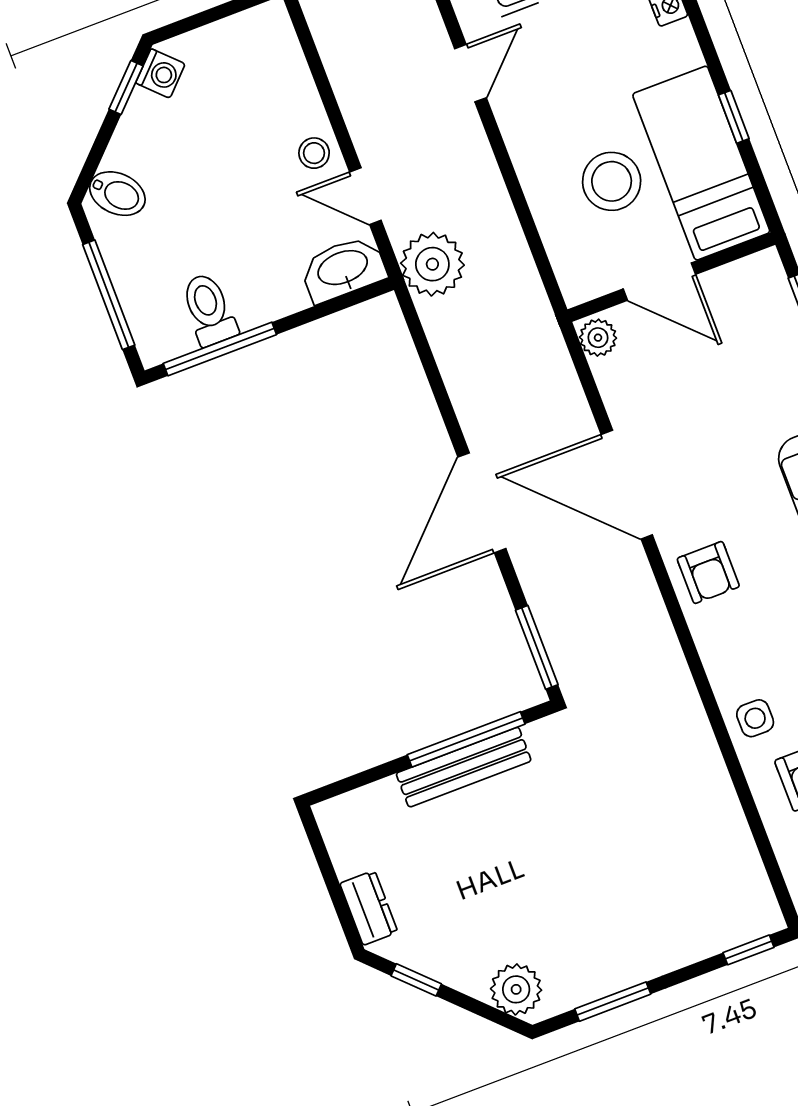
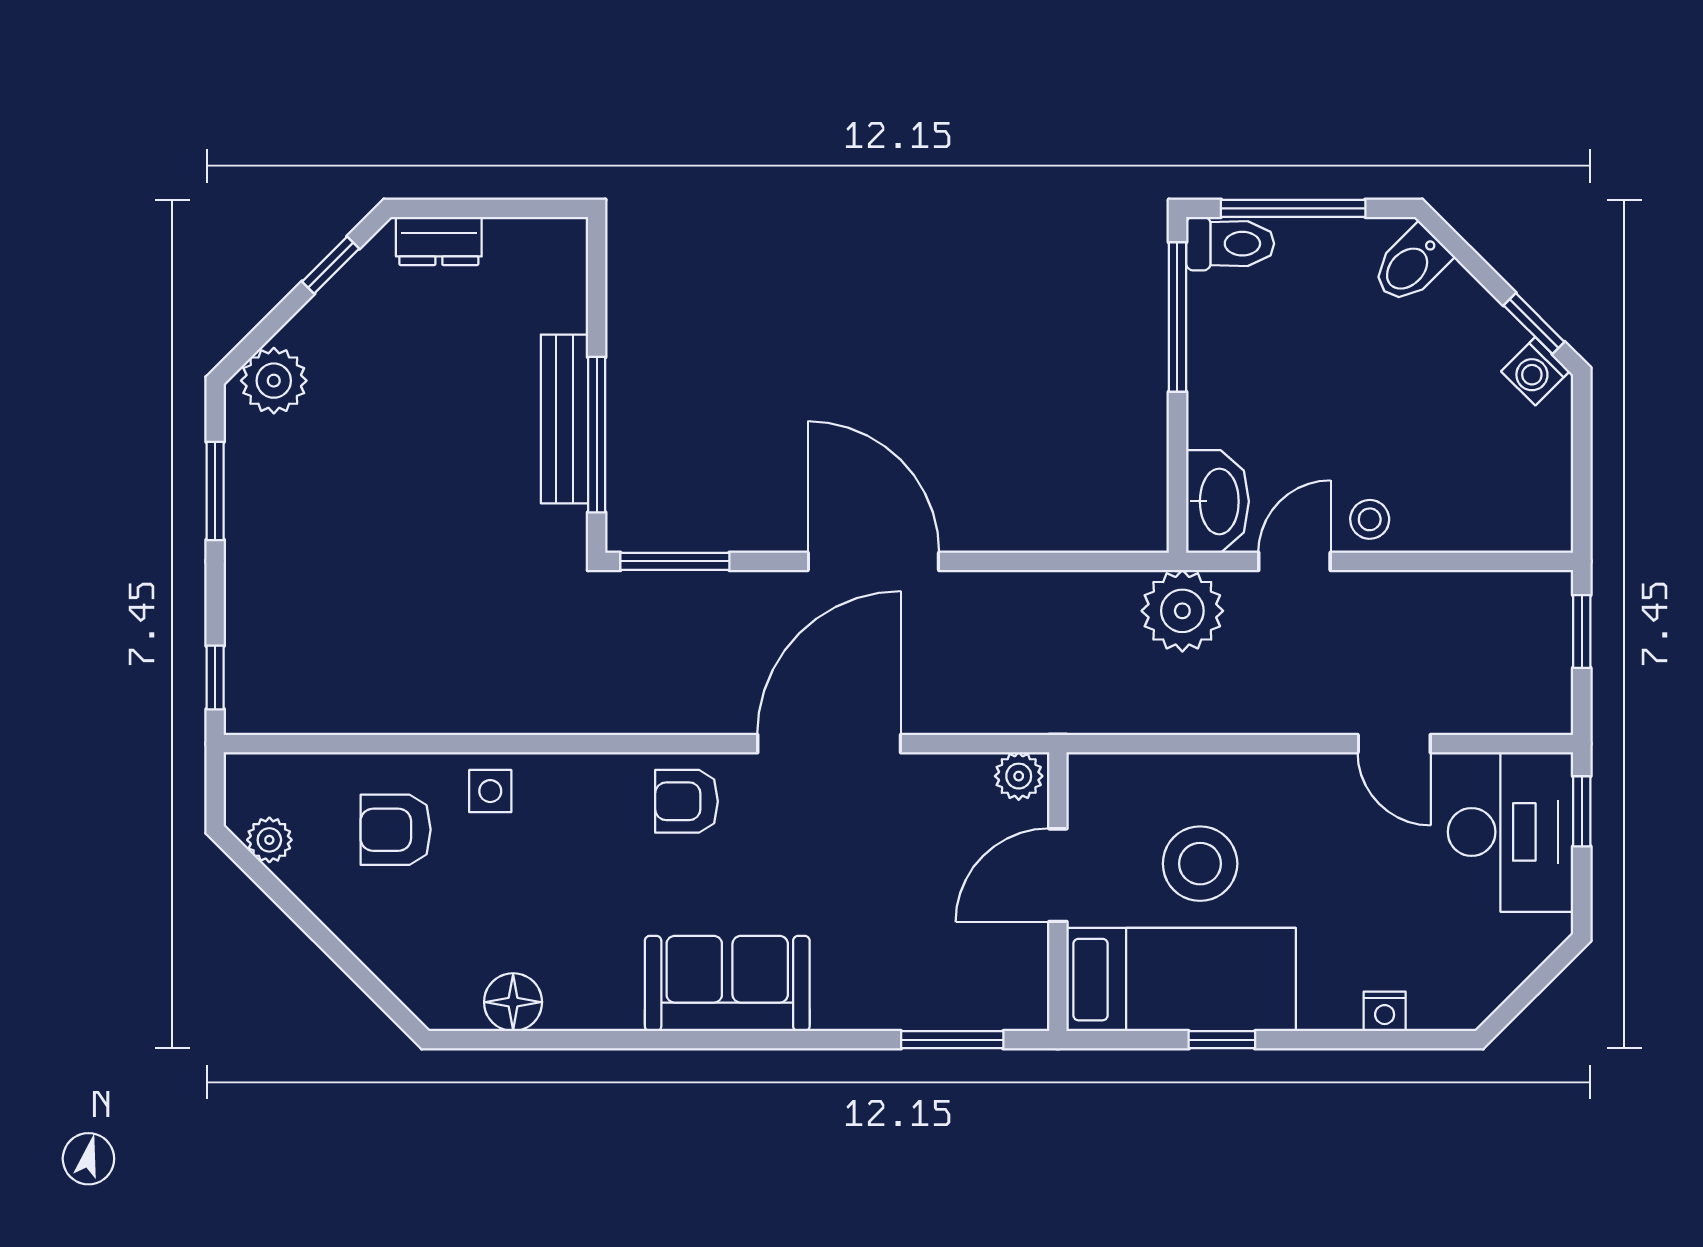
toilet: (209, 309) -> (1230, 244), moved

